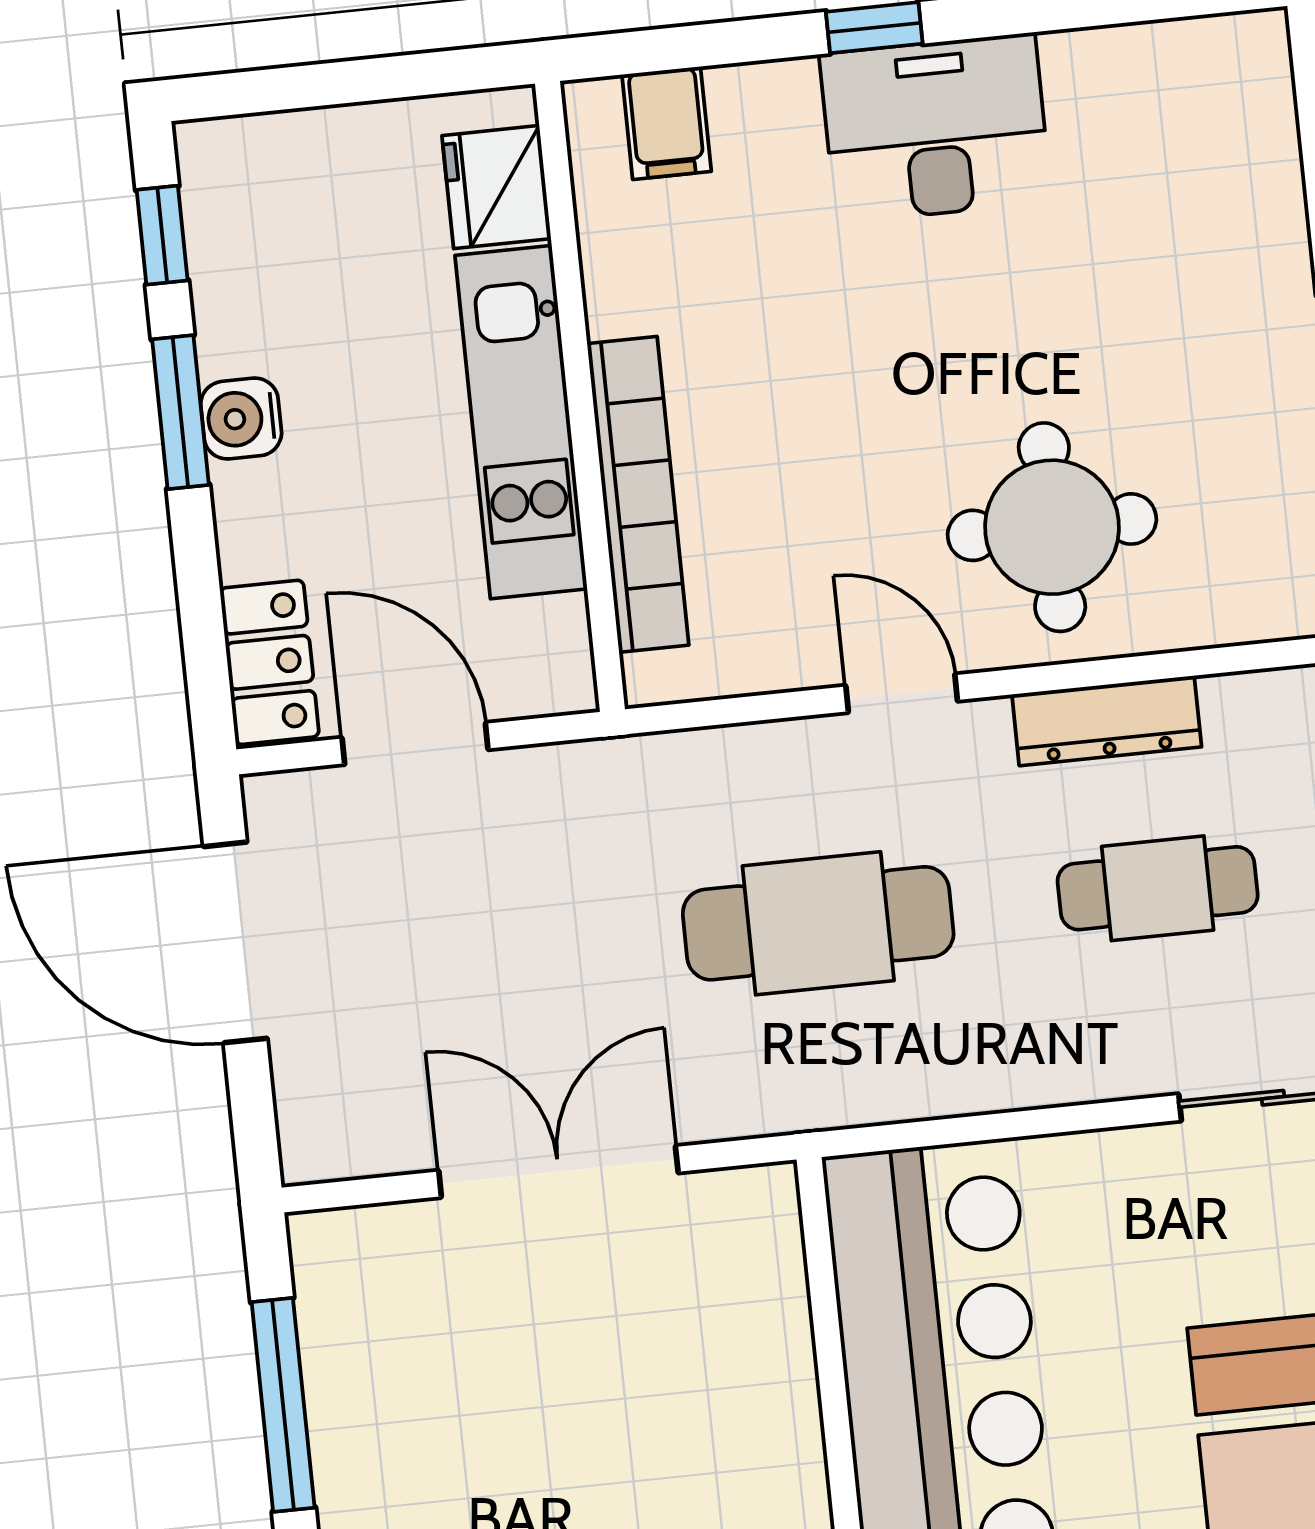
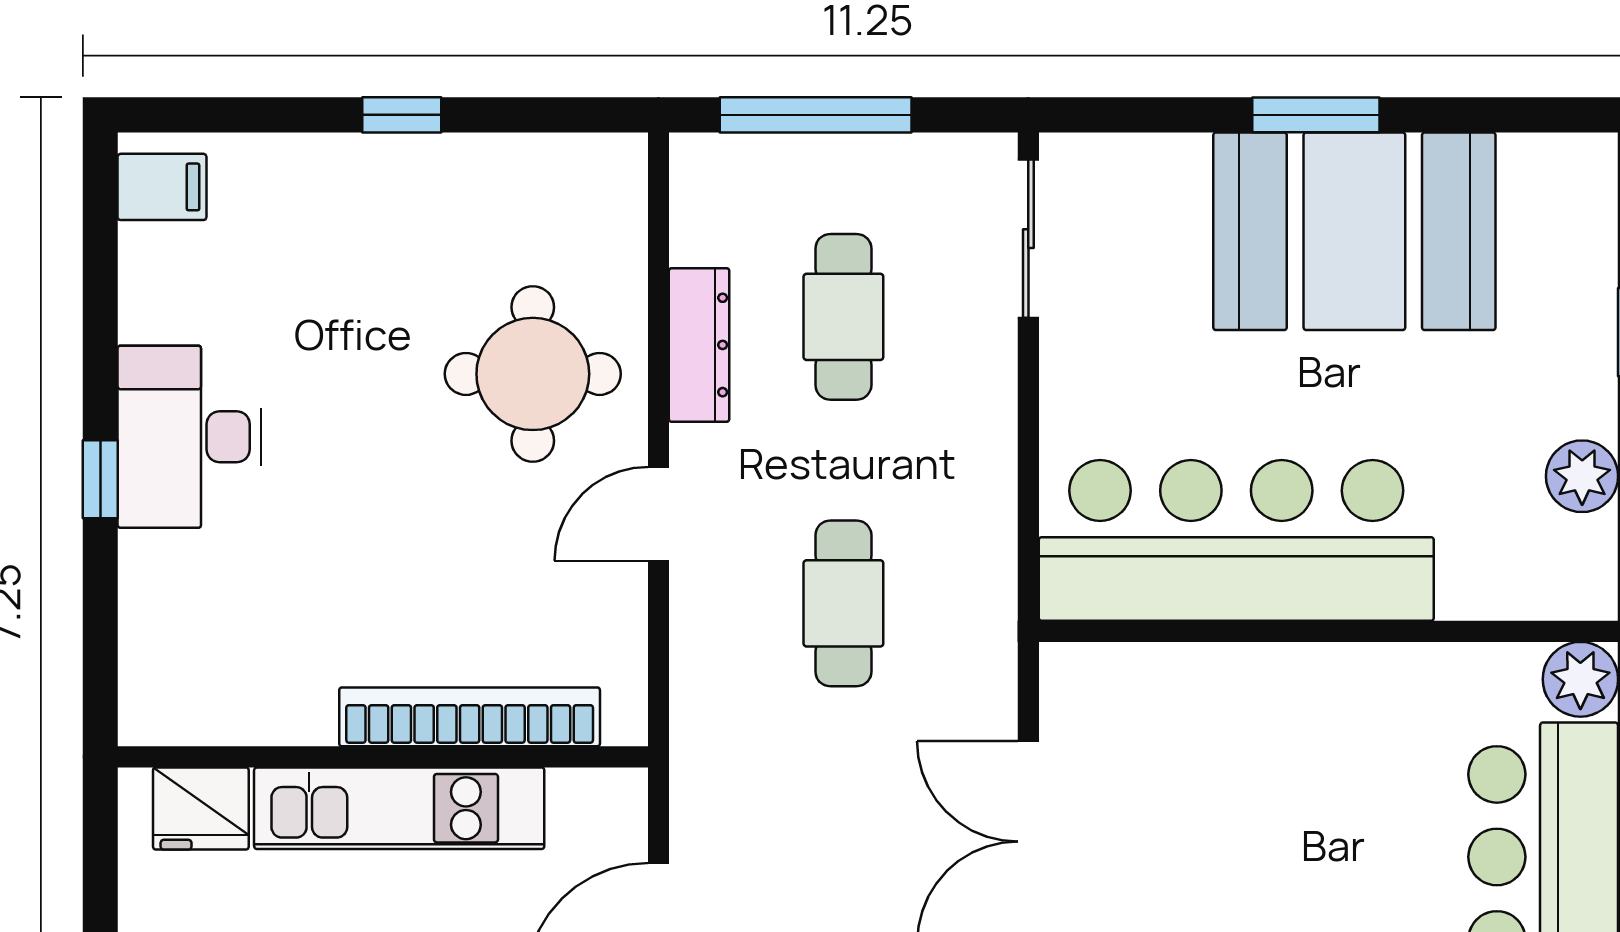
filing cabinet: (667, 123) -> (162, 187), moved
cafe table: (818, 923) -> (843, 603), width x0.73, depth x0.74

